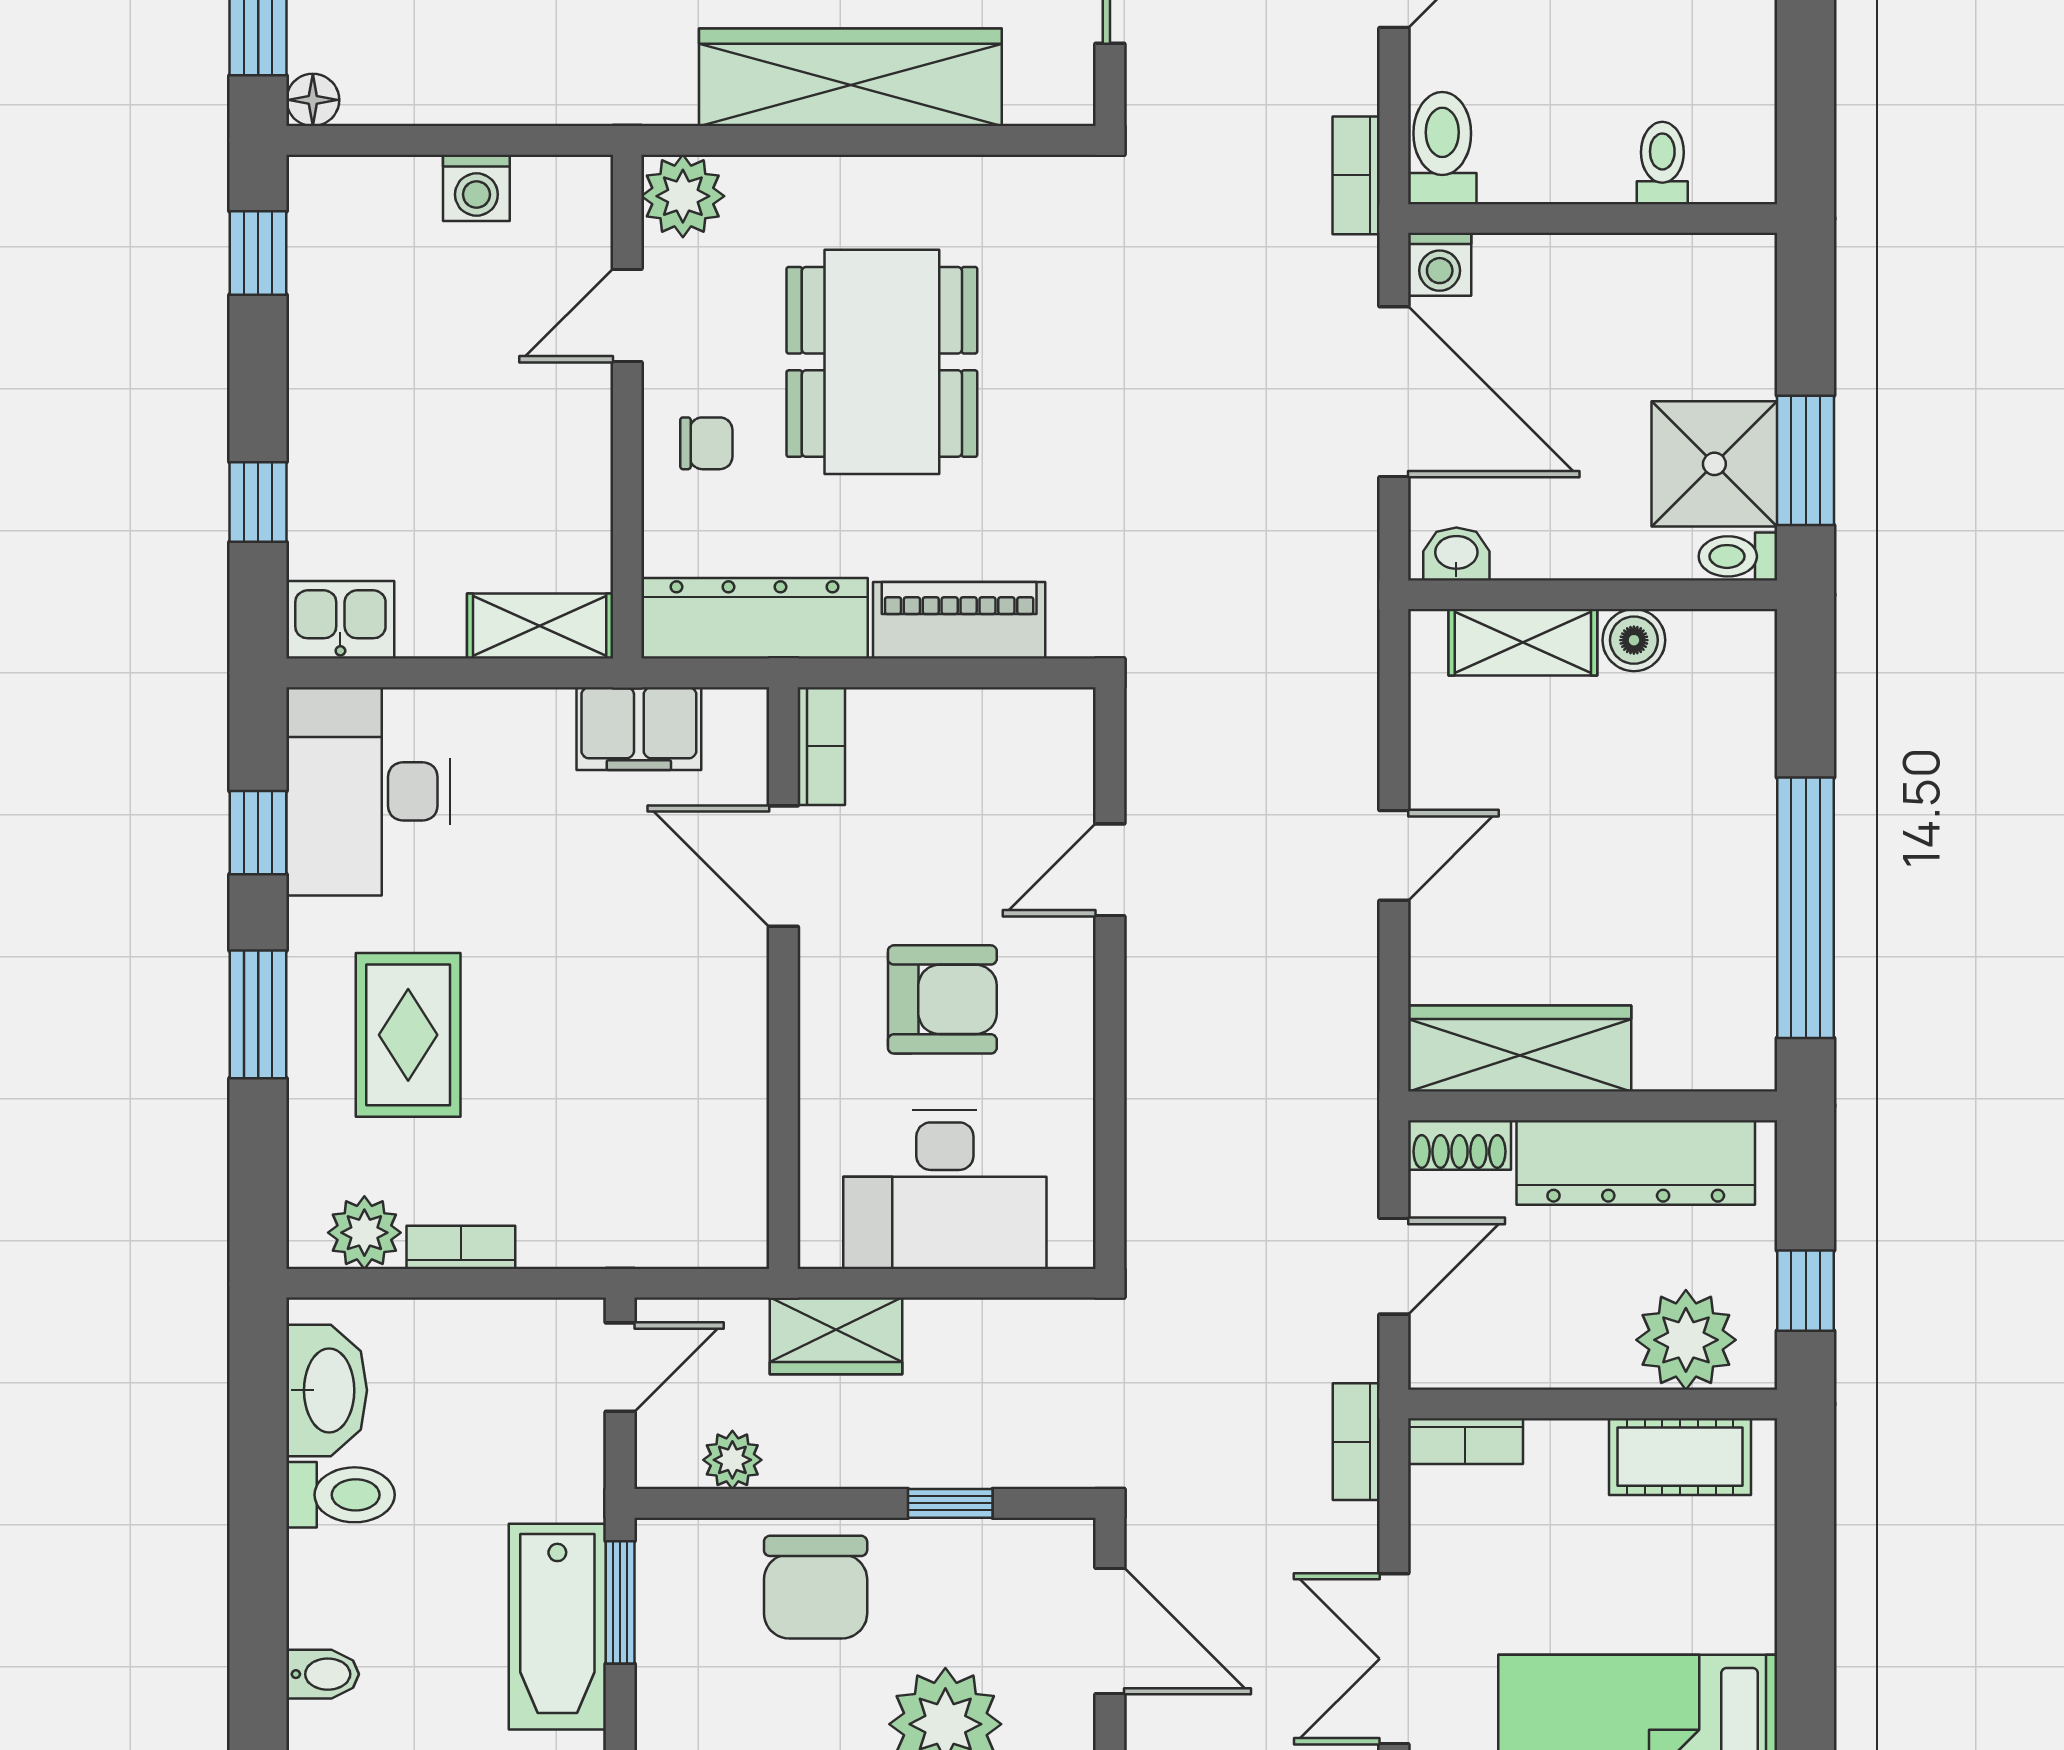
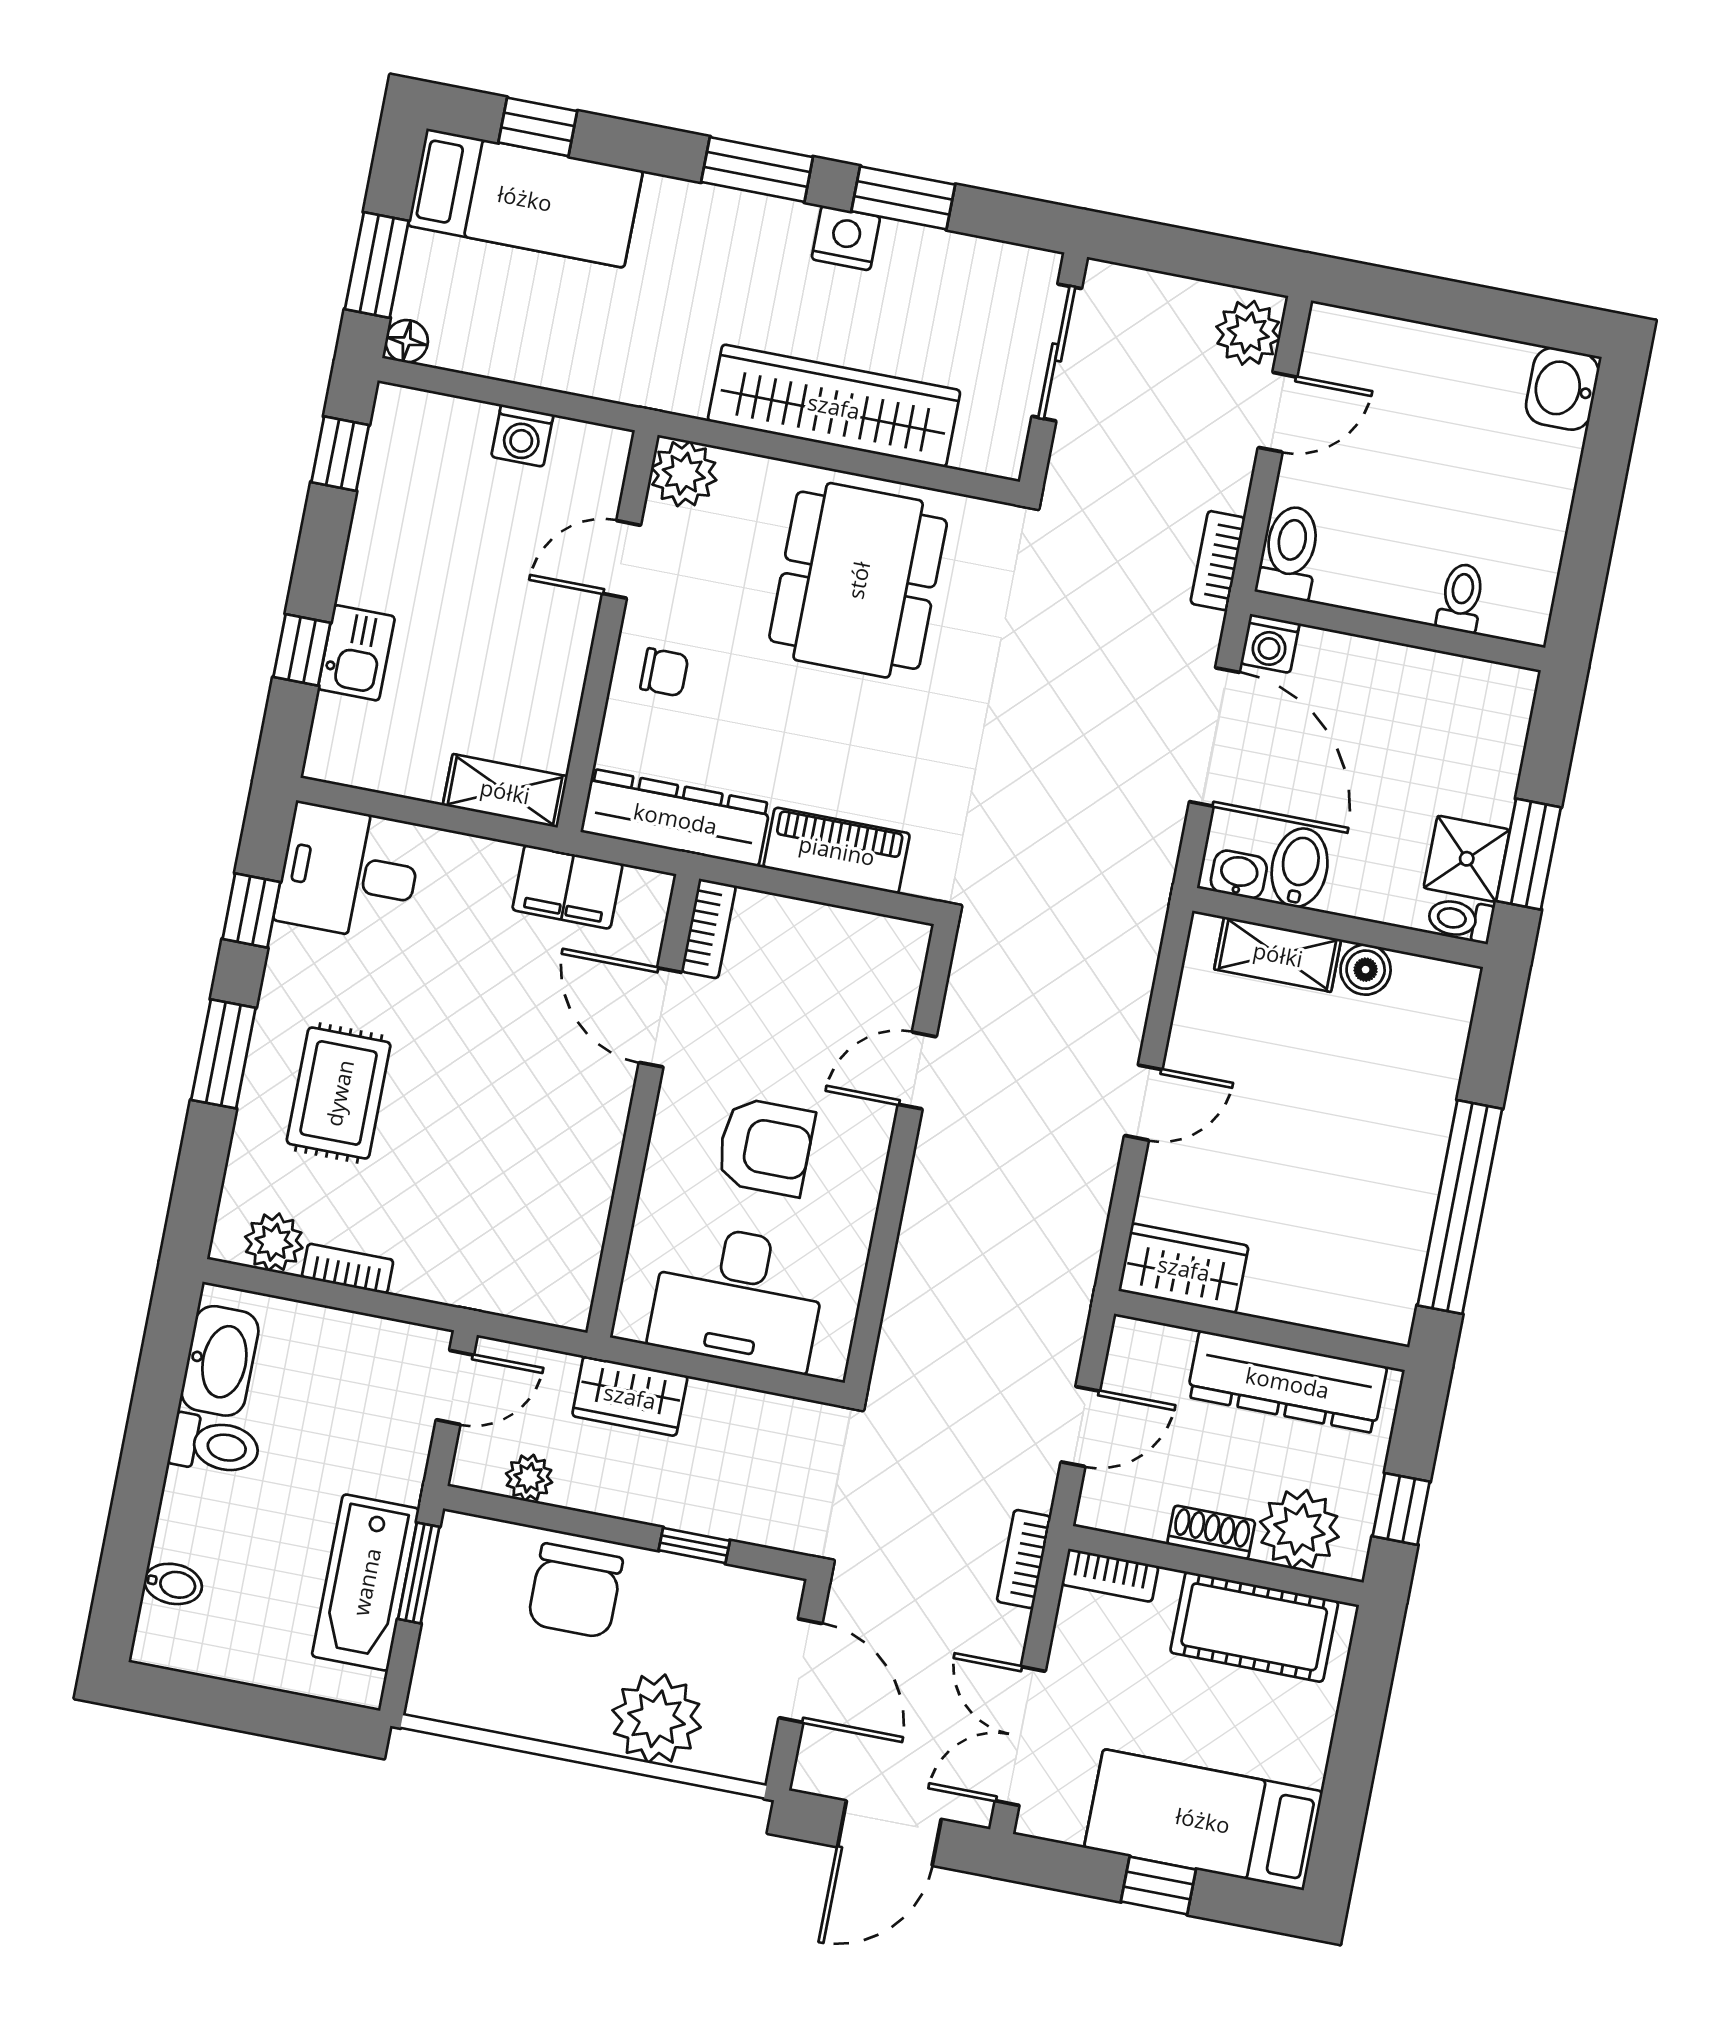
dining table: (882, 362) -> (858, 580), moved
shower: (1714, 464) -> (1467, 859), width x0.73, depth x0.73
bidet: (1529, 531) -> (1300, 868), added
kitchen sink: (340, 620) -> (356, 653), moved, turned 90
desk: (368, 791) -> (349, 873), width x0.73
wardrobe: (1520, 1048) -> (1184, 1268), width x0.67
shoe rack: (1459, 1145) -> (1211, 1533), moved, turned 180
cot: (1680, 1457) -> (1254, 1627), width x1.37, depth x1.34

